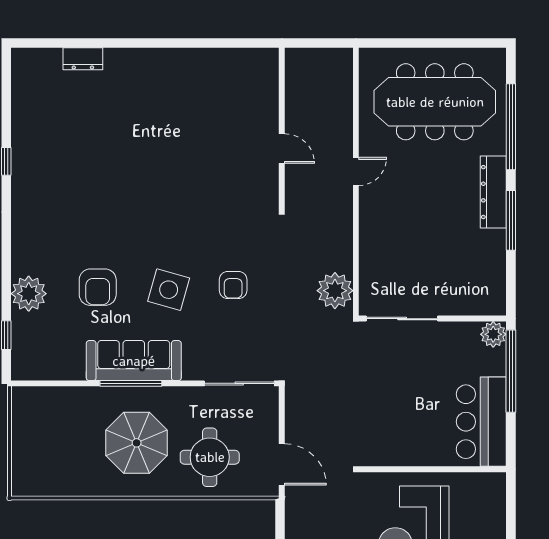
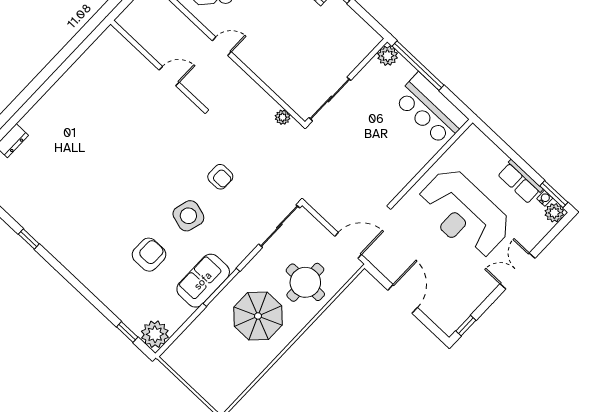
door: (356, 171) -> (222, 46), hinge flipped
armchair: (98, 287) -> (149, 255), turned -90
plant: (335, 291) -> (283, 117), width x0.53, depth x0.53
plant: (29, 294) -> (155, 334), moved
sofa: (134, 361) -> (203, 281), width x0.73

